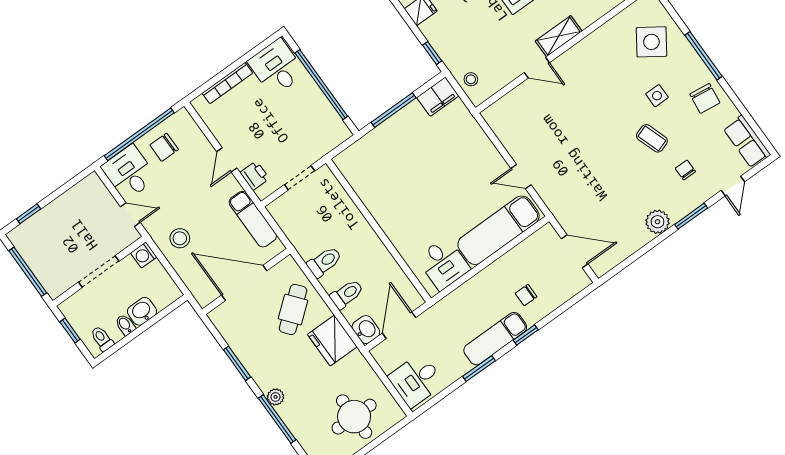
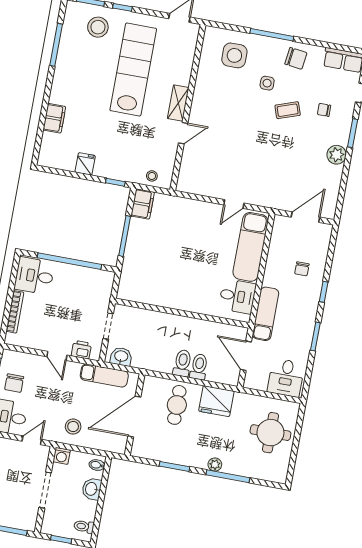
side table: (651, 42) -> (234, 55), turned -34
toilet: (324, 262) -> (182, 363), moved
cafe table: (293, 309) -> (177, 405), turned 39
bidet: (125, 325) -> (97, 465), moved
washbasin: (366, 330) -> (121, 357), moved
exam couch: (495, 339) -> (266, 314), moved, turned 180

